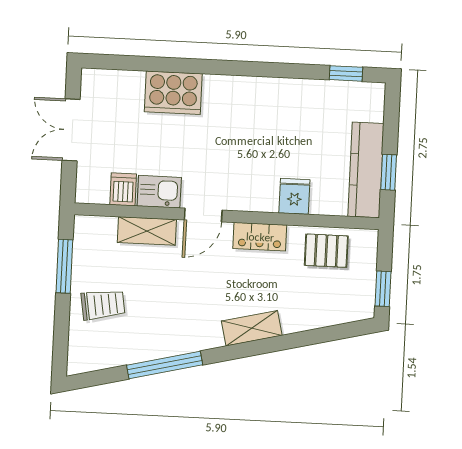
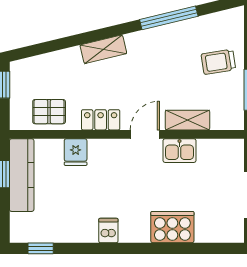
dishwasher: (123, 189) -> (108, 231), moved, turned 180

